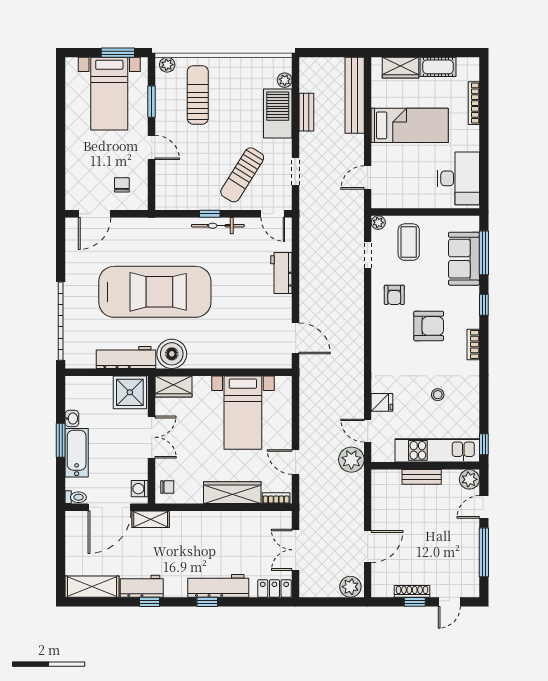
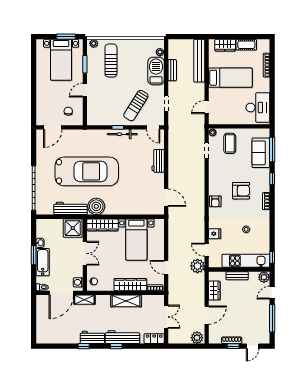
door: (152, 147) -> (85, 90), swing flipped
armchair: (394, 295) -> (215, 201), moved
wardrobe: (174, 386) -> (102, 225), width x1.50
wardrobe: (381, 503) -> (214, 290), added
double door: (296, 550) -> (166, 317), swing flipped
workbench: (142, 586) -> (92, 337), moved
shelving: (92, 587) -> (126, 301), moved

